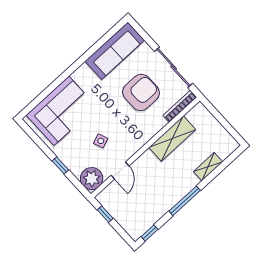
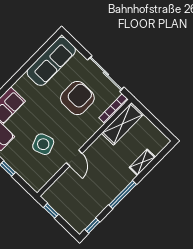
shelving: (172, 138) -> (122, 124), moved
side table: (101, 141) -> (43, 144), width x1.87, depth x1.87
door: (120, 171) -> (74, 158), moved
plant: (92, 179) -> (37, 179), removed

